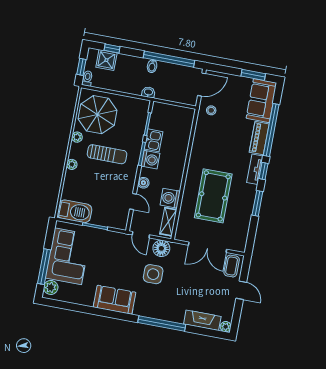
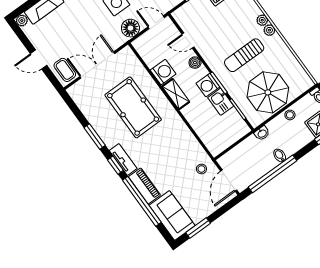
stool: (118, 85) -> (290, 115), added
parasol: (97, 115) -> (268, 92), moved
plant: (77, 137) -> (269, 30), moved
shelving: (168, 222) -> (176, 94), moved

